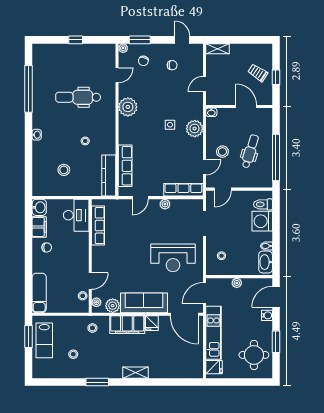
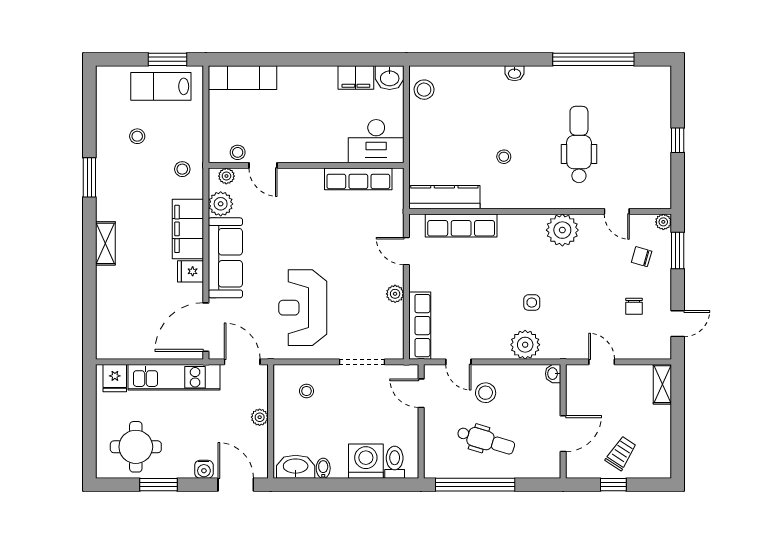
stool: (64, 170) -> (424, 90), moved
chair: (47, 247) -> (321, 91), removed

